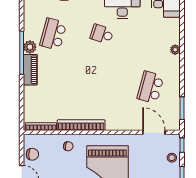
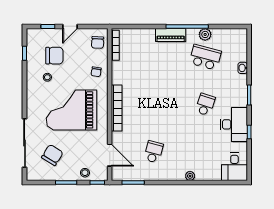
plant: (30, 47) -> (205, 34), moved
school desk: (150, 87) -> (153, 152), width x0.54
bookcase: (81, 125) -> (117, 108), moved
door: (154, 132) -> (110, 155), hinge flipped
chair: (32, 154) -> (98, 42), moved

